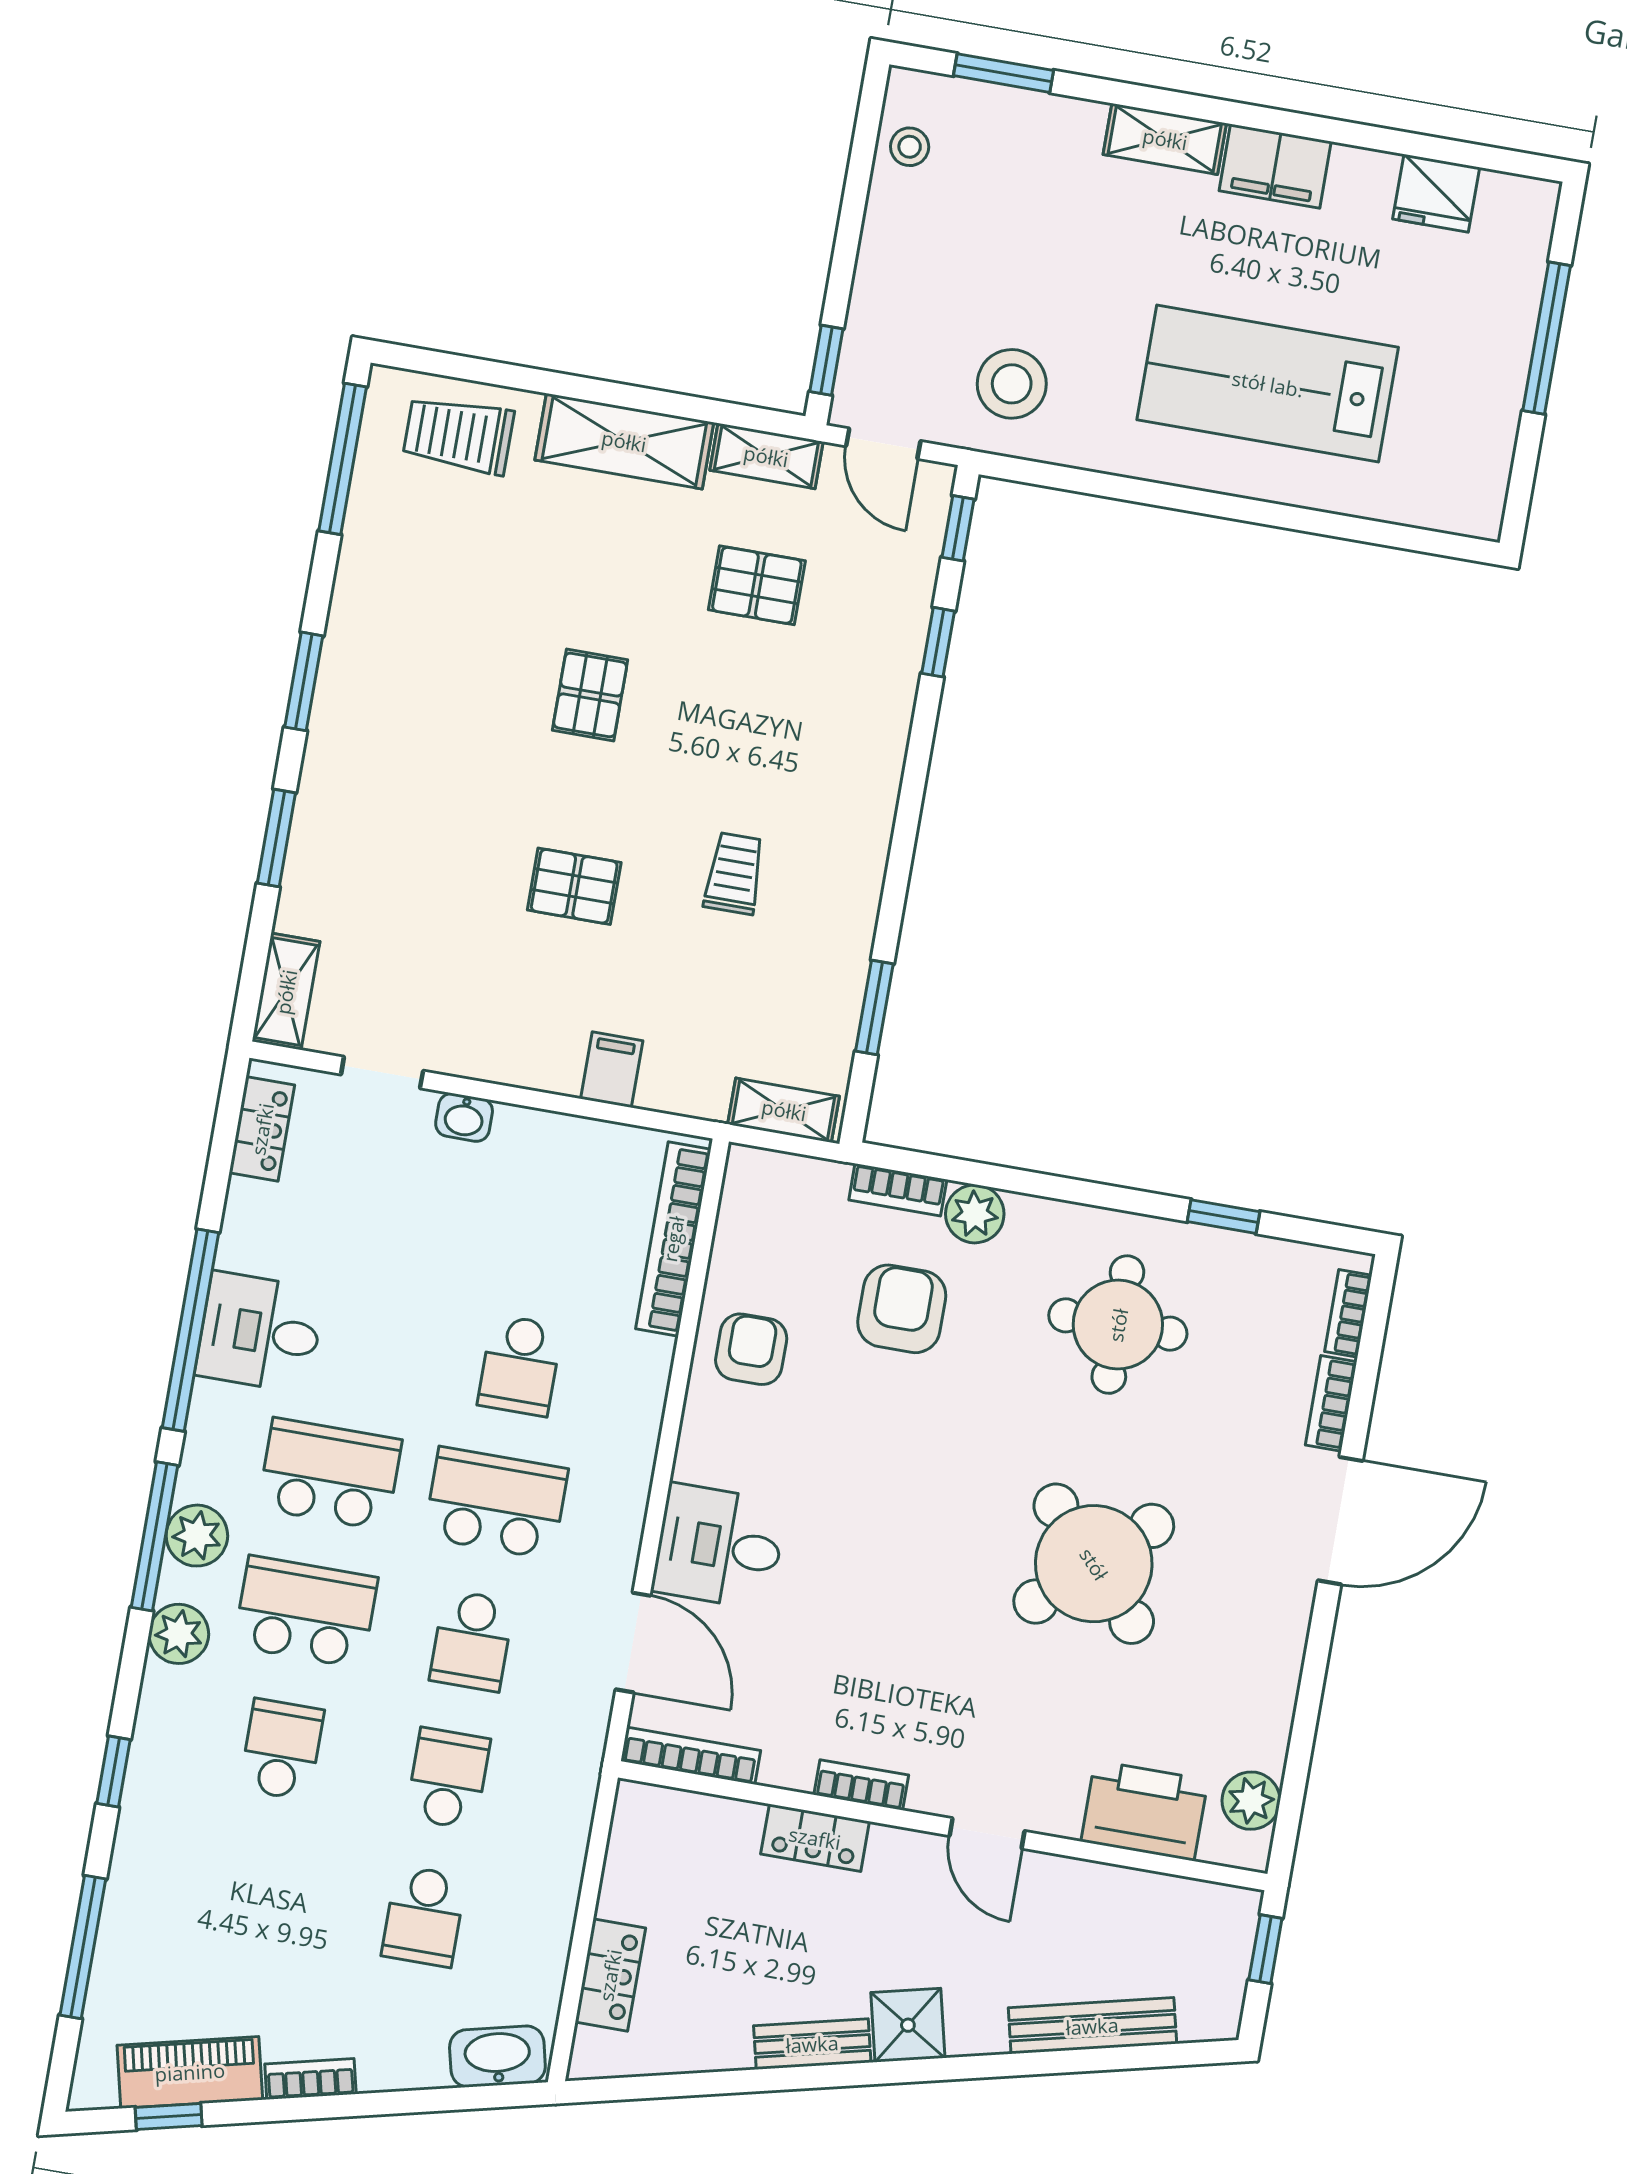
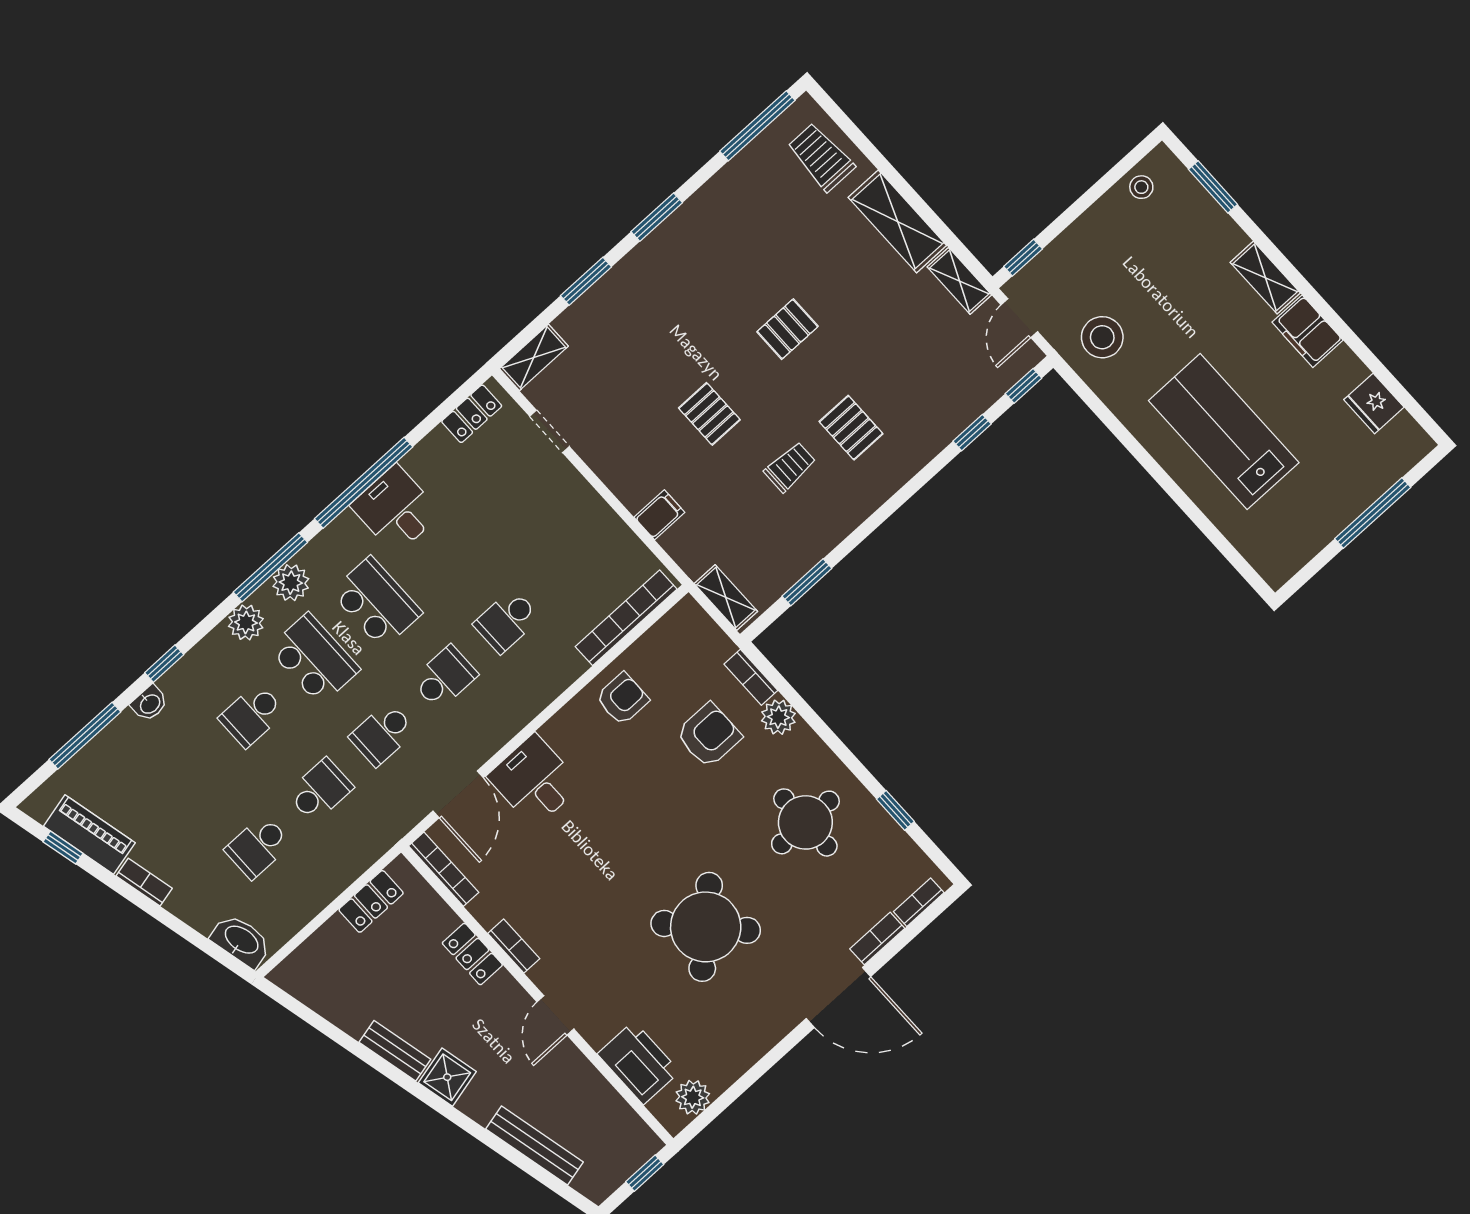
pallet: (757, 585) -> (851, 428), moved
washbasin: (464, 1117) -> (150, 703), moved, turned -90
school desk: (496, 1503) -> (445, 678), width x0.54
school desk: (282, 1750) -> (252, 715), turned 180
locker: (610, 1975) -> (371, 901), moved

